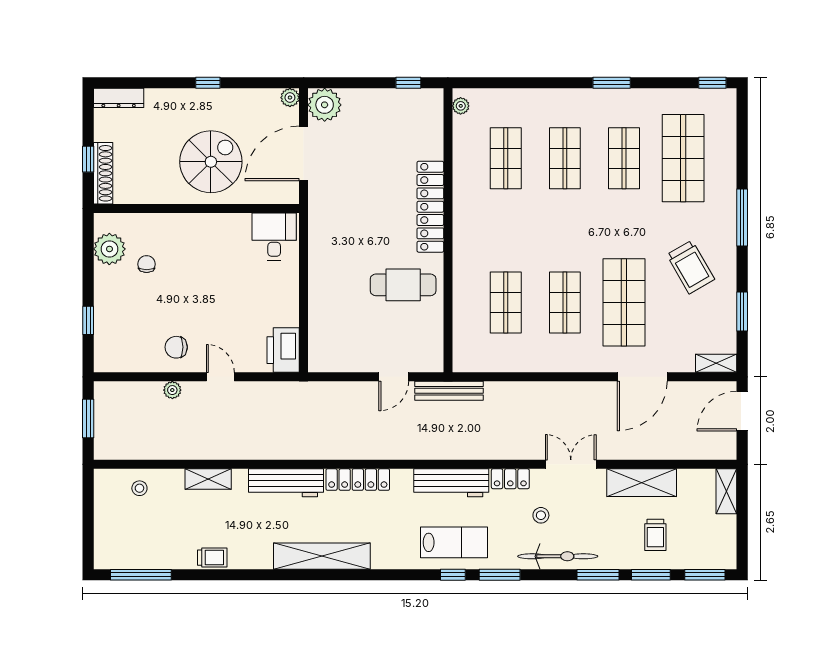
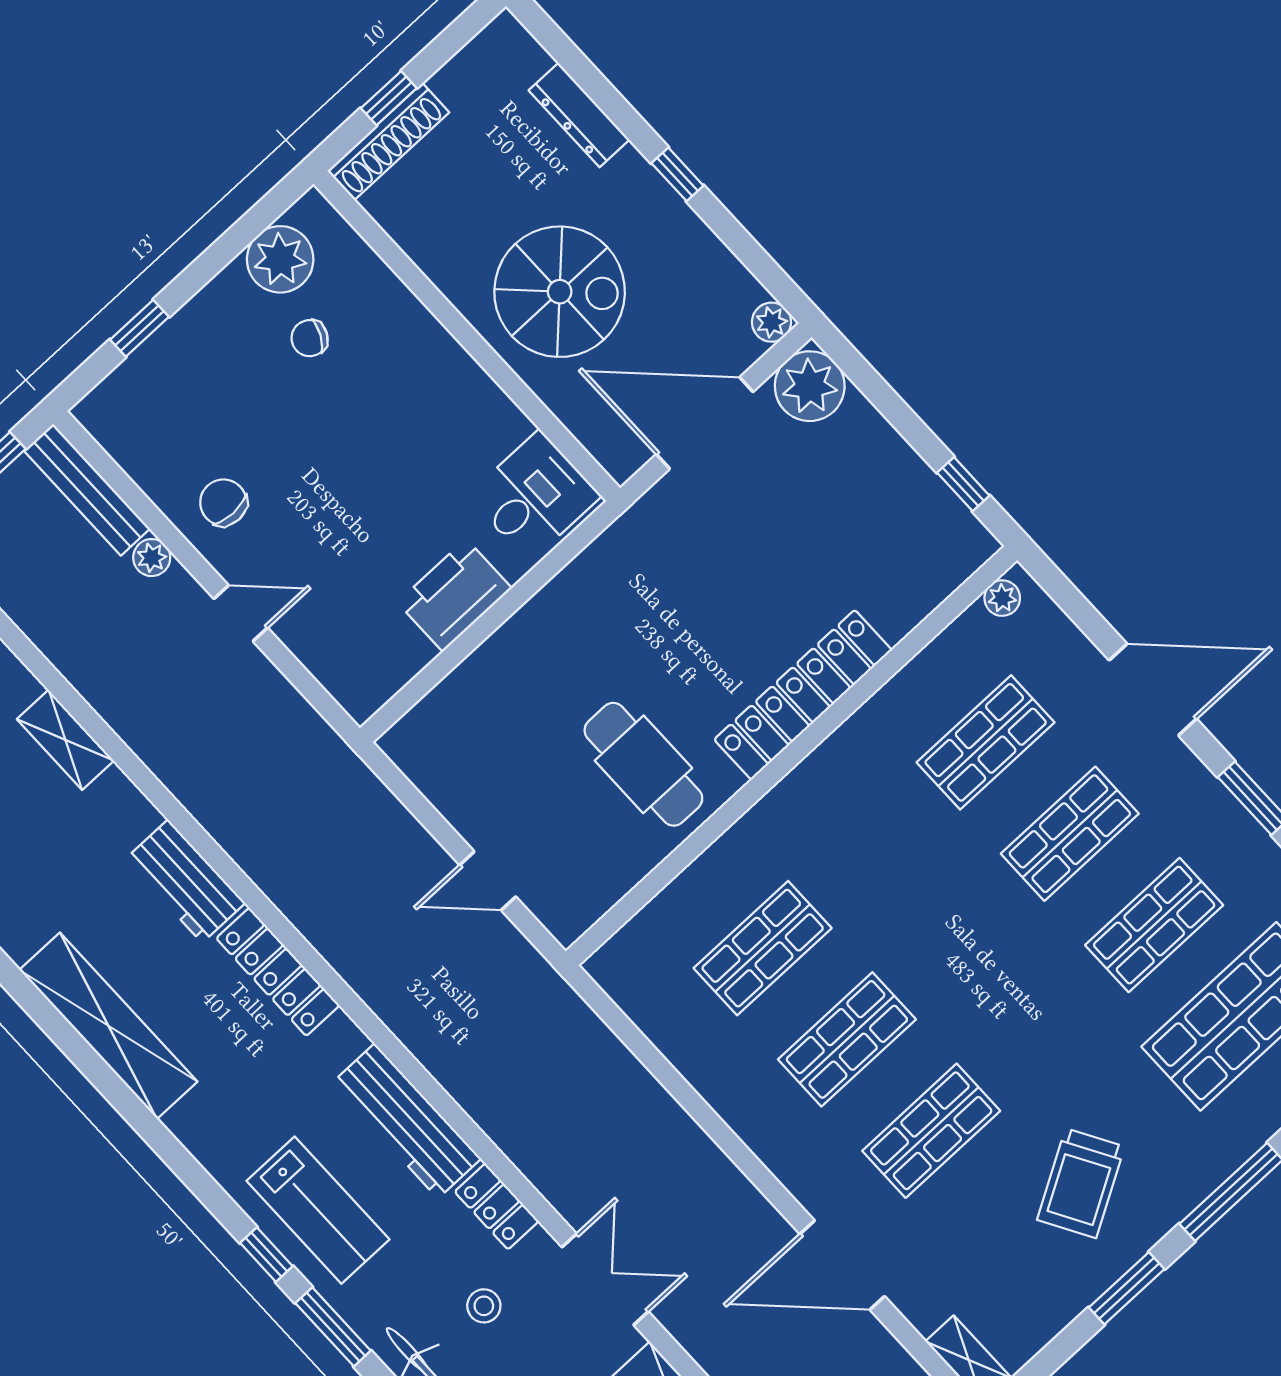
door: (541, 83) -> (1153, 690), added
dresser: (119, 98) -> (579, 115), moved
chair: (147, 264) -> (310, 338), turned -153
shop shelf: (624, 302) -> (931, 1131), width x0.70, depth x0.74
window: (742, 311) -> (1127, 1288), moved
printer: (283, 350) -> (455, 595), moved
door: (220, 377) -> (241, 613), hinge flipped
bench: (449, 391) -> (87, 490), moved
workbench: (286, 483) -> (185, 881), width x0.73

